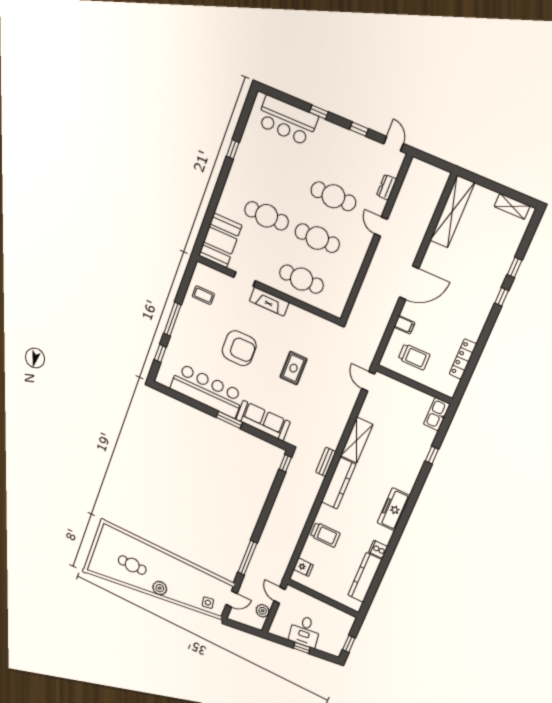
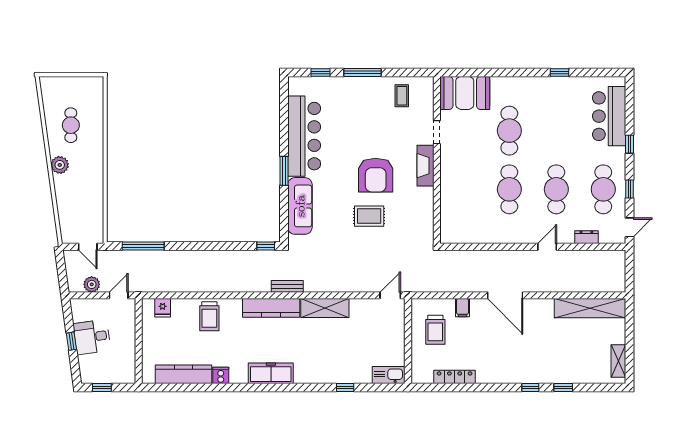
cafe table: (301, 279) -> (603, 189), moved
armchair: (239, 348) -> (376, 175), moved
side table: (208, 603) -> (70, 223), removed

